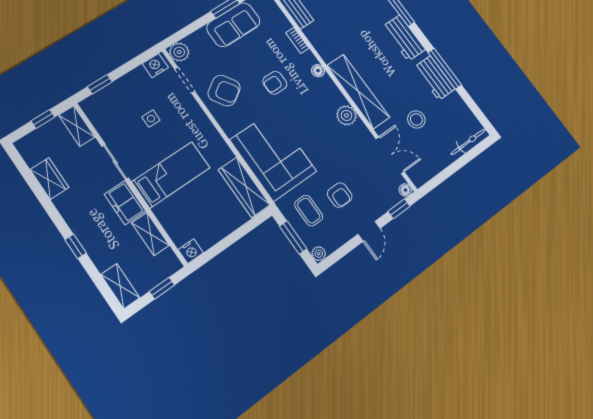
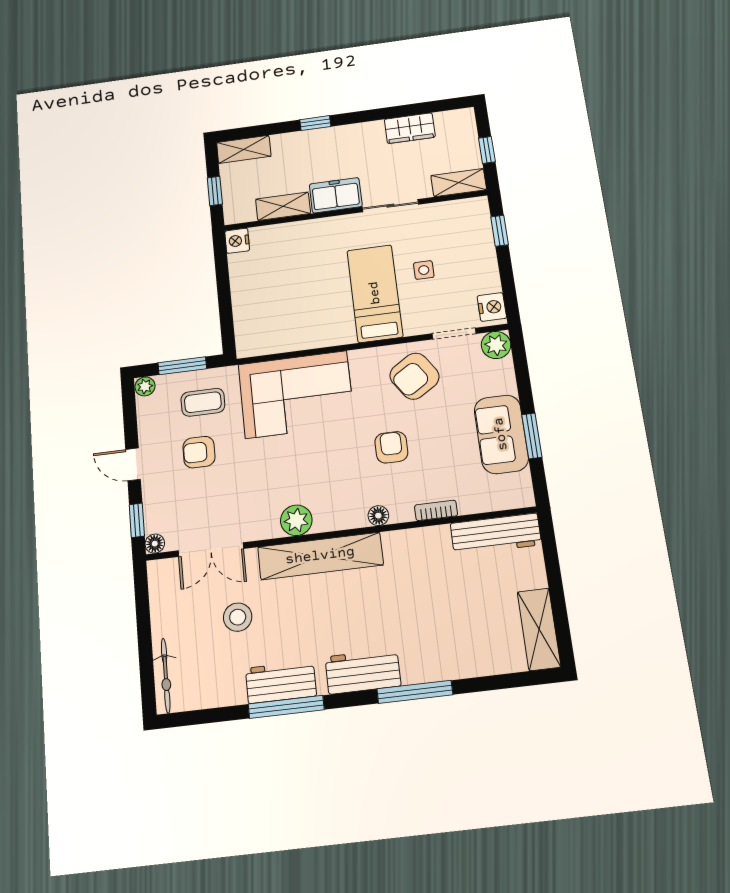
bed: (171, 175) -> (375, 293), moved, turned 180
wardrobe: (244, 187) -> (277, 339), removed

